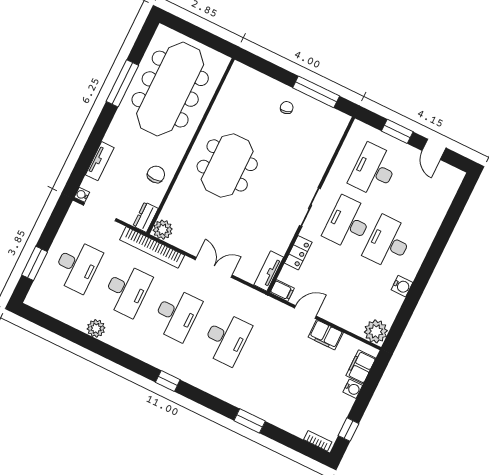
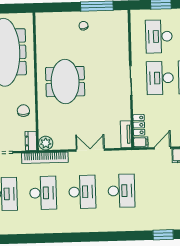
locker: (298, 253) -> (139, 125), moved
plant: (96, 328) -> (36, 227), removed
window: (168, 381) -> (99, 237), removed

